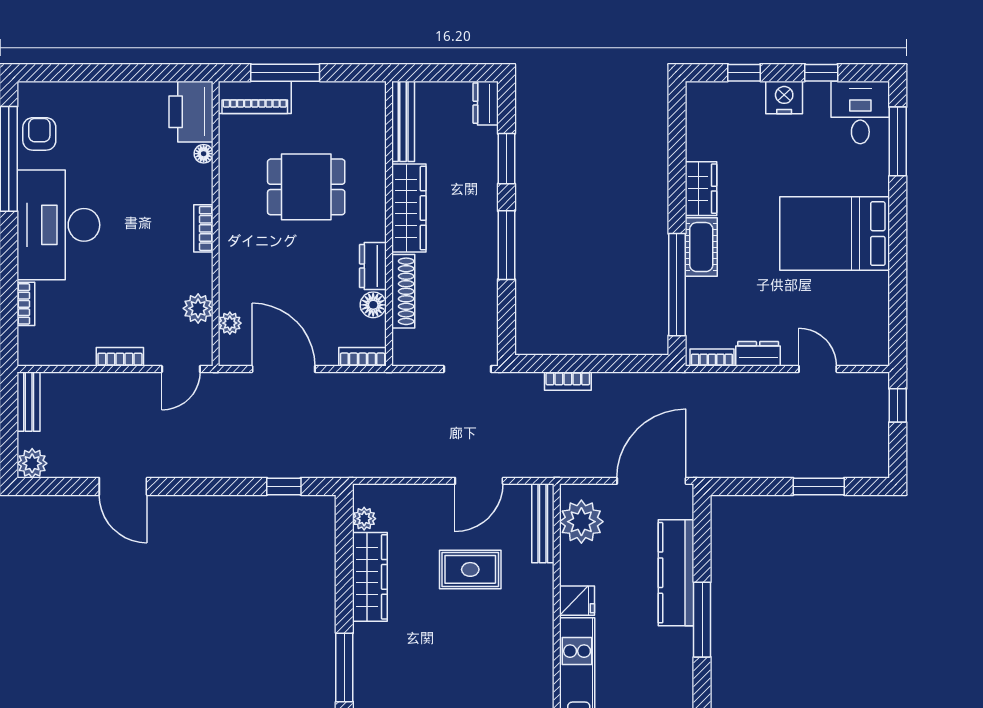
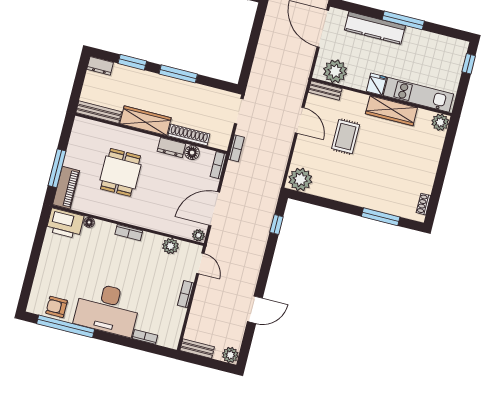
plant: (230, 323) -> (198, 235), moved
bookcase: (568, 381) -> (236, 148), moved
plant: (364, 519) -> (300, 179), width x1.88, depth x1.88
bench: (543, 523) -> (325, 91), width x0.73
wardrobe: (370, 577) -> (391, 111), moved, turned 180

